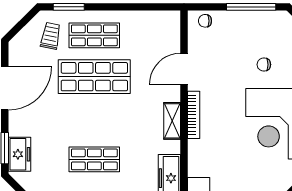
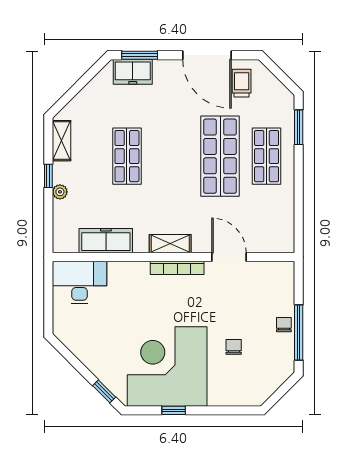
chair: (205, 21) -> (284, 325), moved
trolley: (51, 36) -> (242, 83), moved, turned -101

